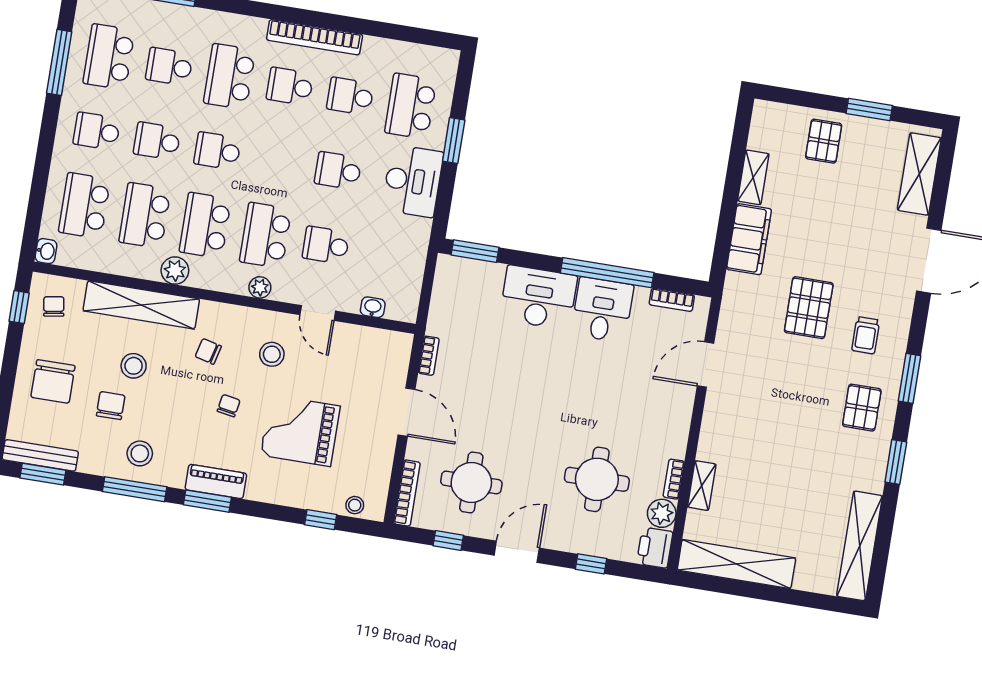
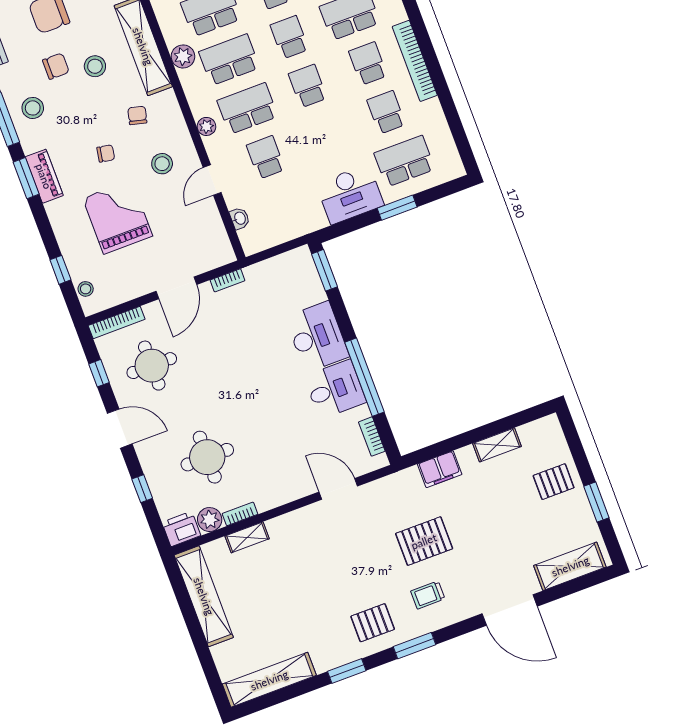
school desk: (338, 171) -> (308, 86), moved
filing cabinet: (749, 239) -> (440, 469), width x0.67, depth x0.86

